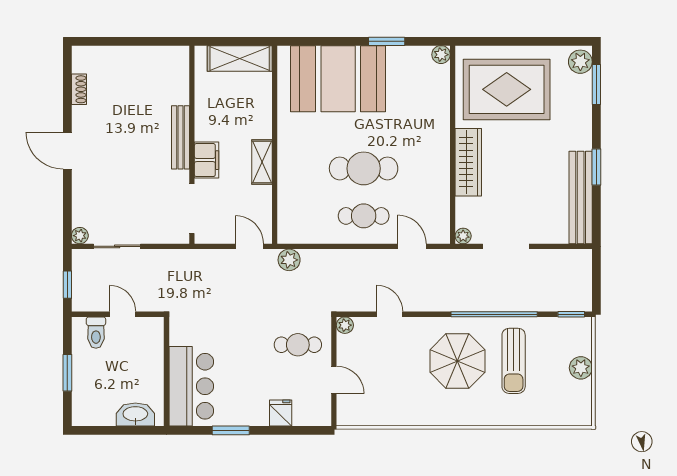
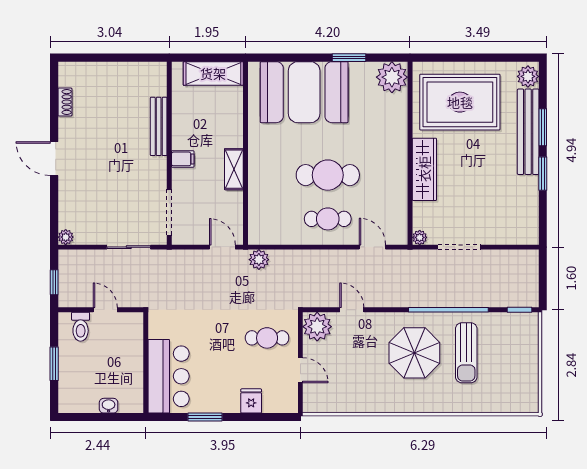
plant: (441, 55) -> (392, 77), width x1.87, depth x1.87
window: (596, 85) -> (543, 127), moved
bench: (181, 137) -> (159, 126), moved
filing cabinet: (207, 160) -> (183, 159), width x0.50
bench: (581, 198) -> (528, 132), moved
sliding door: (117, 246) -> (129, 247), moved
plant: (345, 325) -> (317, 327), width x1.88, depth x1.88
plant: (581, 368) -> (528, 359), removed
washbasin: (135, 415) -> (109, 406), width x0.52, depth x0.69

